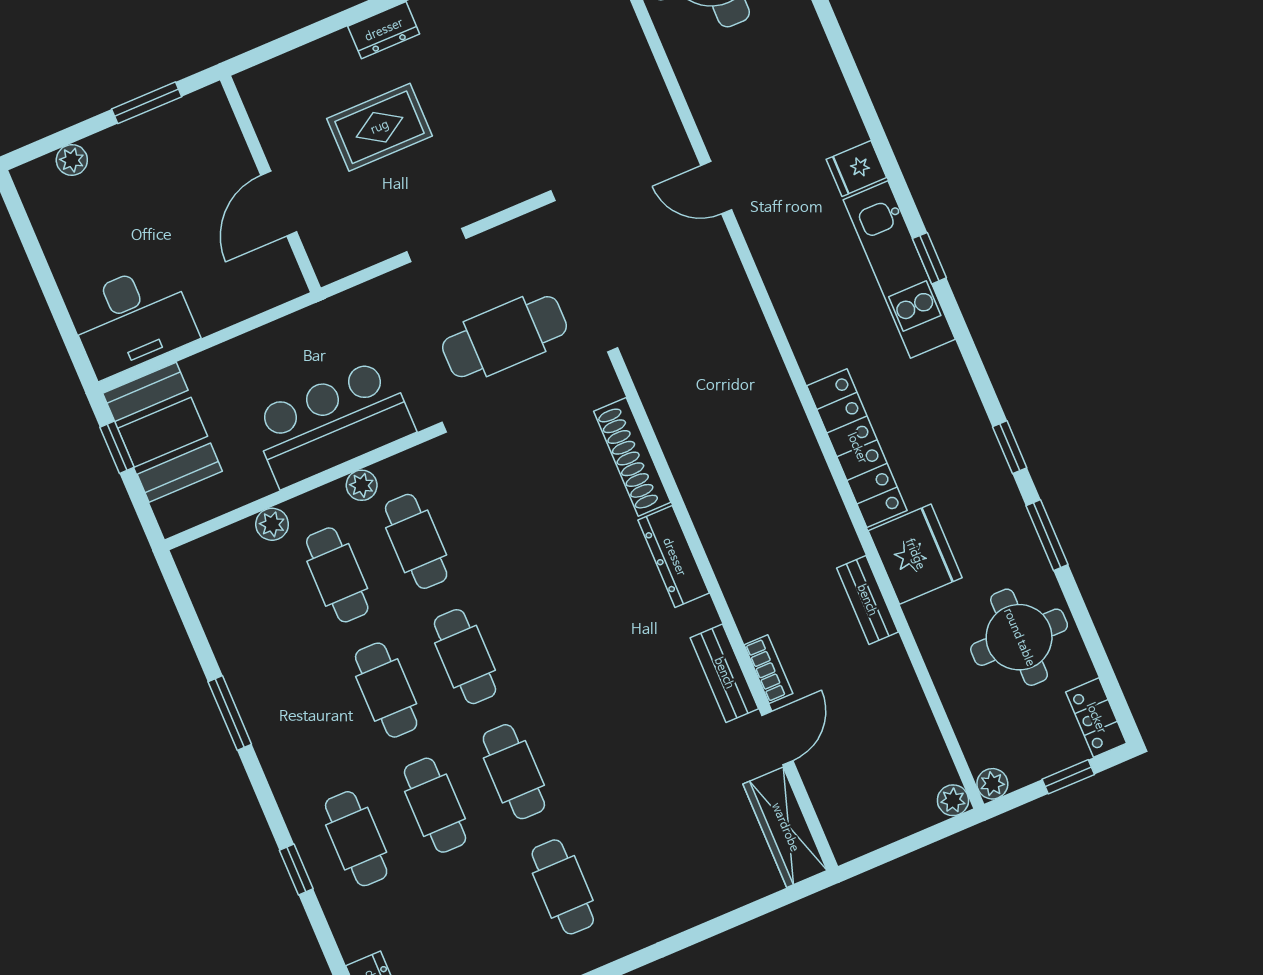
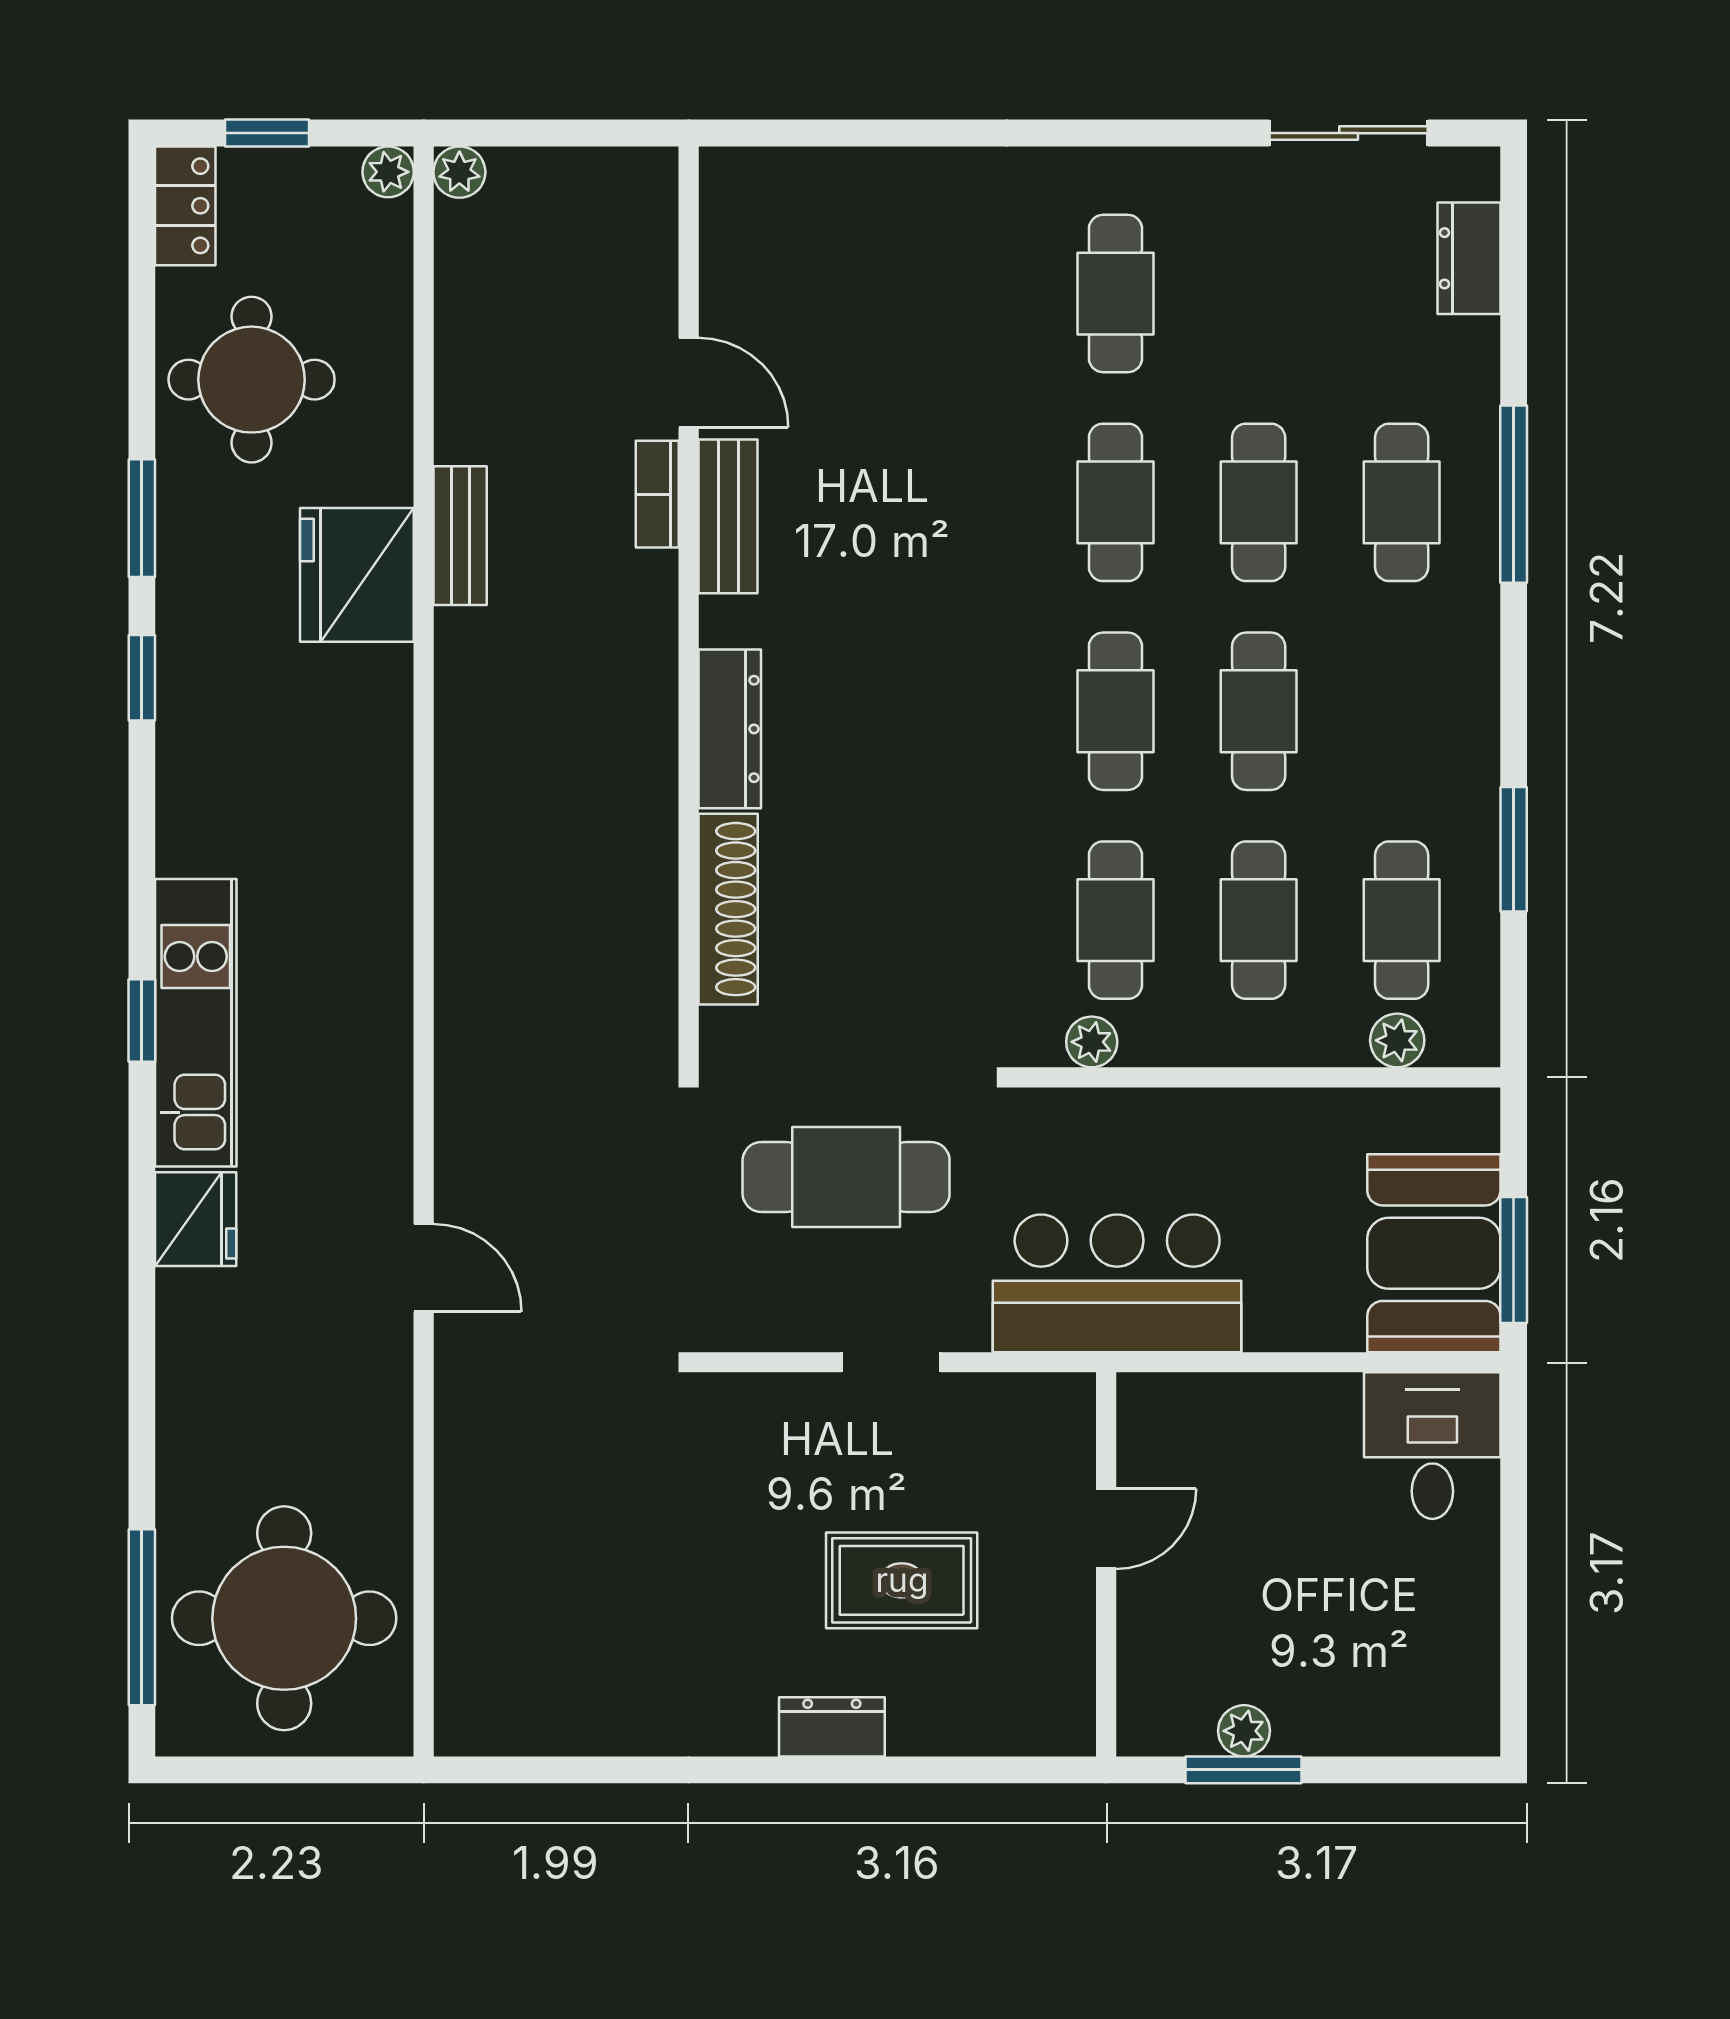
plant: (72, 160) -> (1244, 1731), moved
fridge: (856, 168) -> (196, 1219), width x1.38
door: (279, 204) -> (1106, 1529), width x0.73
desk: (132, 320) -> (1432, 1446), width x0.73
bar counter: (333, 423) -> (1117, 1283), moved, turned 180
window: (117, 447) -> (1514, 1260), width x1.50
locker: (857, 448) -> (377, 776), removed
plant: (362, 485) -> (1092, 1042), moved
plant: (272, 524) -> (1397, 1040), moved
cafe table: (258, 608) -> (1402, 920), added
window: (230, 713) -> (1514, 849), moved
door: (777, 738) -> (689, 383), swing flipped
wardrobe: (785, 827) -> (735, 240), removed
window: (296, 870) -> (1514, 494), width x2.17

